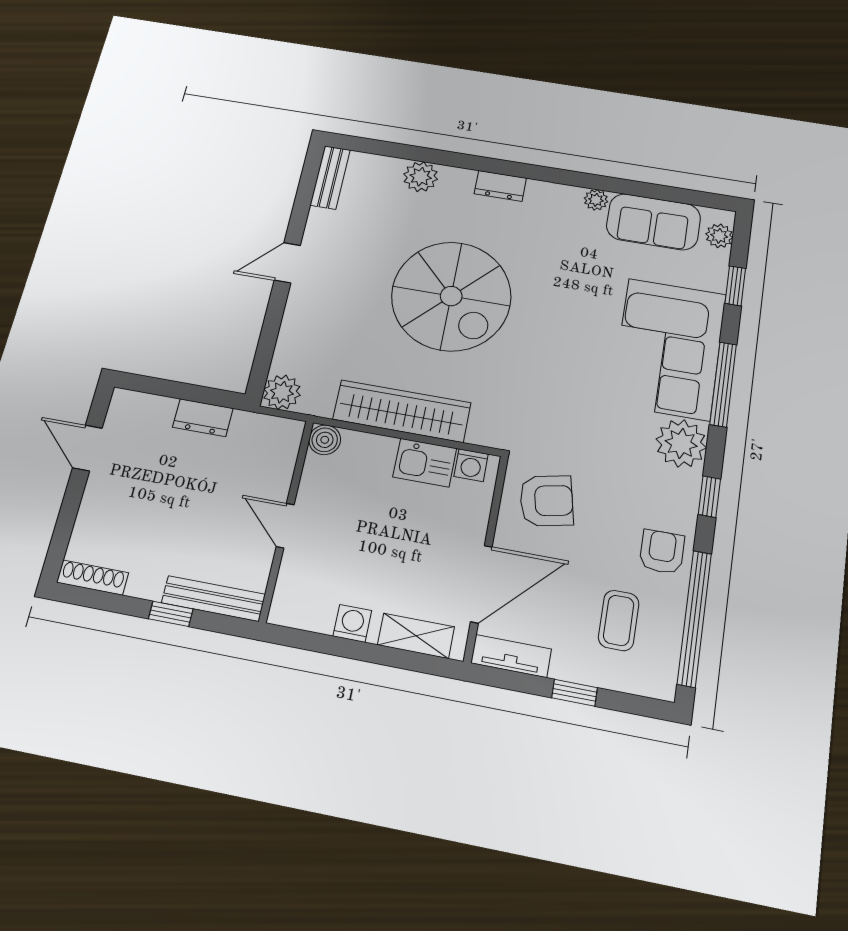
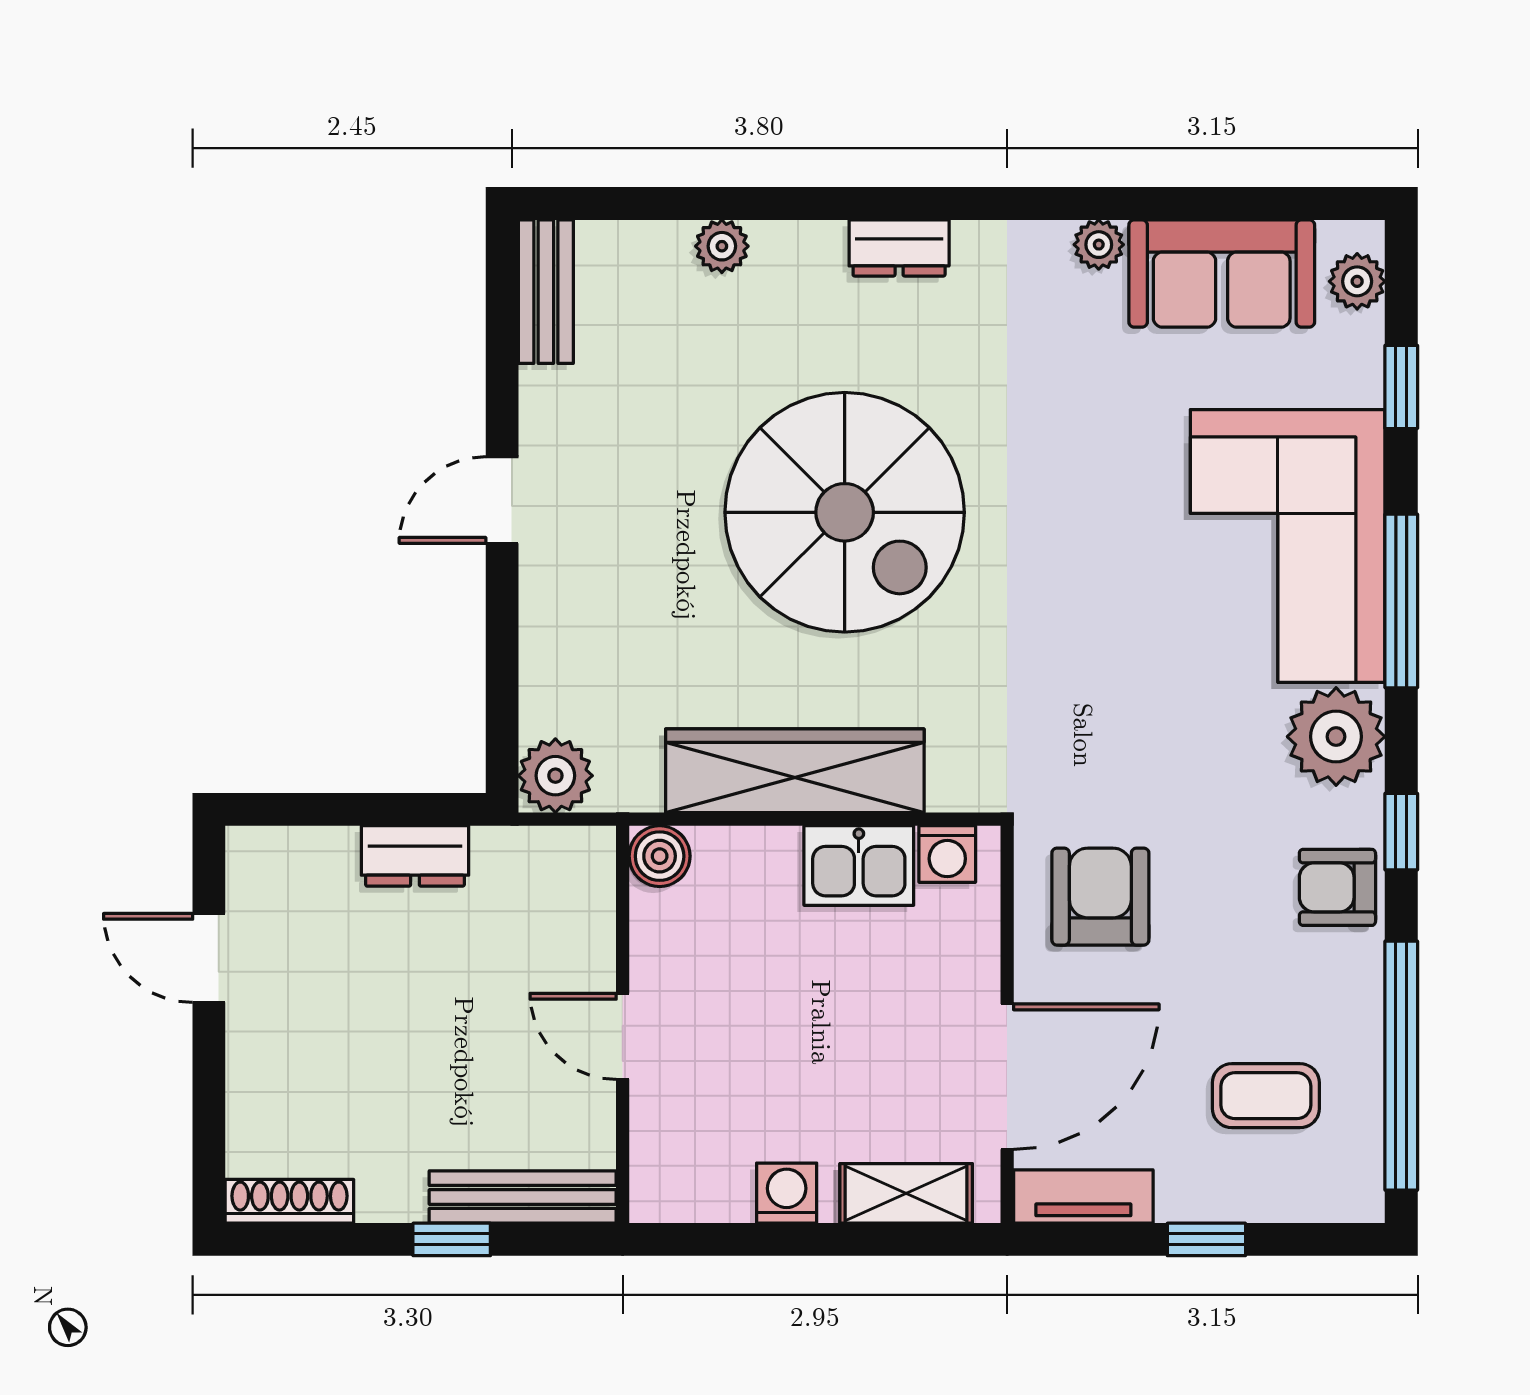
plant: (421, 177) -> (722, 246), width x0.73, depth x0.73
armchair: (547, 501) -> (1100, 897), turned -78
armchair: (662, 552) -> (1337, 887), moved, turned -90
coffee table: (619, 620) -> (1266, 1096), turned 90

